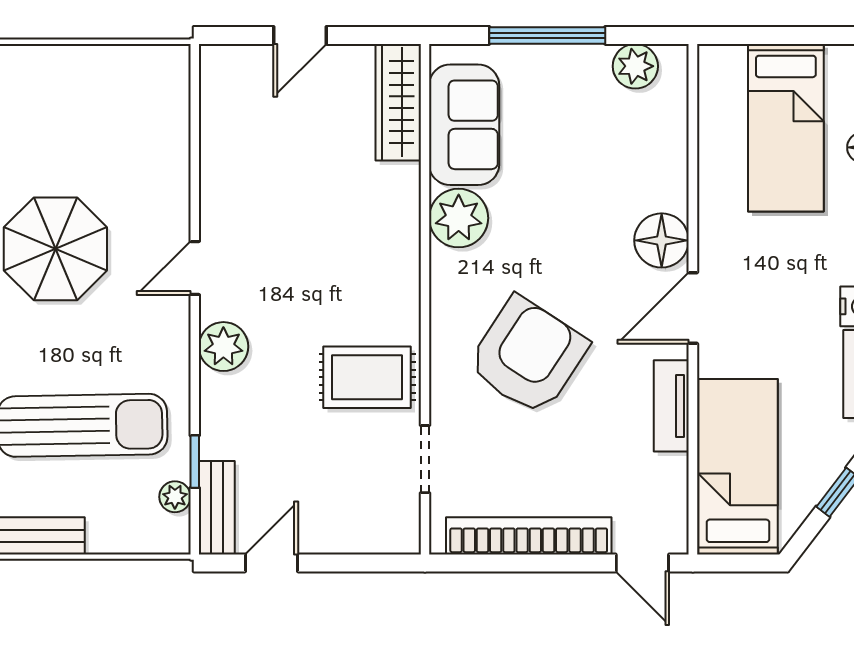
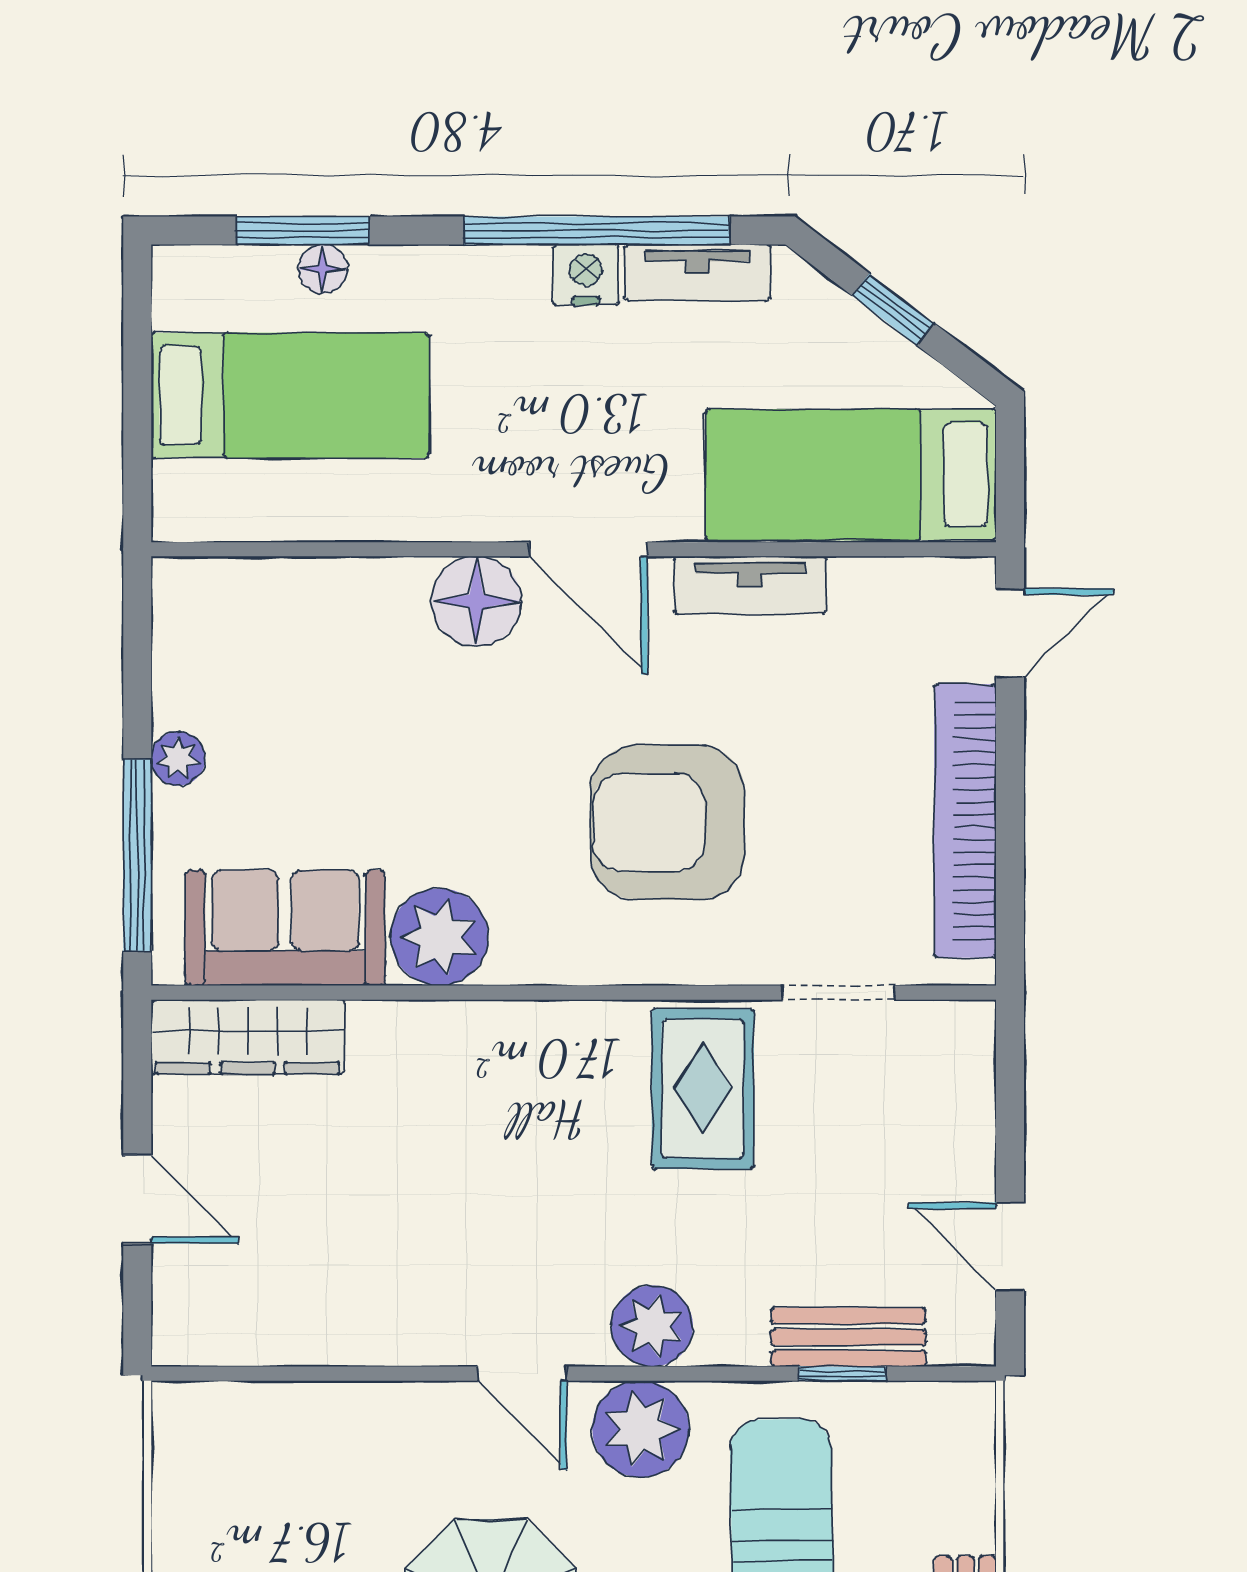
window: (547, 35) -> (137, 855), moved
plant: (635, 66) -> (178, 759), moved, width x0.73, depth x0.73
armchair: (528, 356) -> (667, 822), turned -33
plant: (175, 497) -> (641, 1429), moved, width x1.88, depth x1.88
bench: (217, 508) -> (848, 1337), moved

